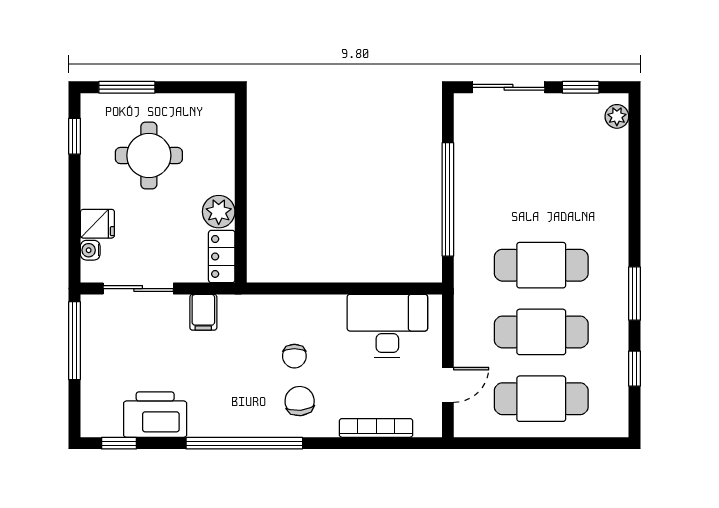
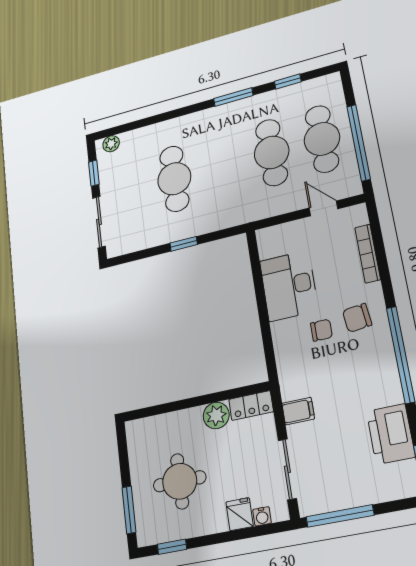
window: (448, 199) -> (184, 244), width x0.32
cafe table: (541, 265) -> (174, 179), moved
desk: (387, 326) -> (289, 286), moved
window: (523, 443) -> (359, 143), added

